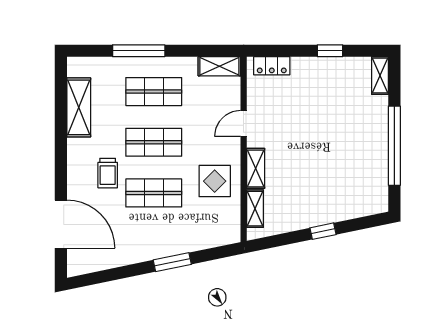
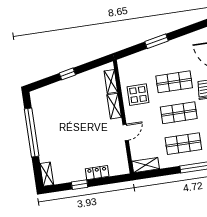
locker: (272, 66) -> (97, 173), moved

